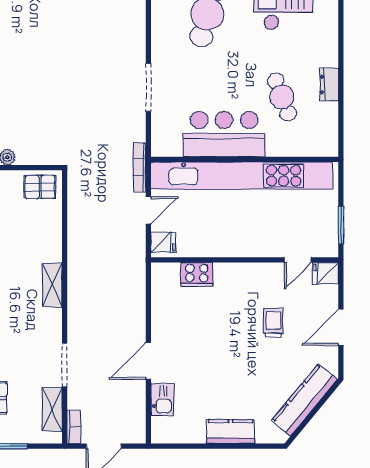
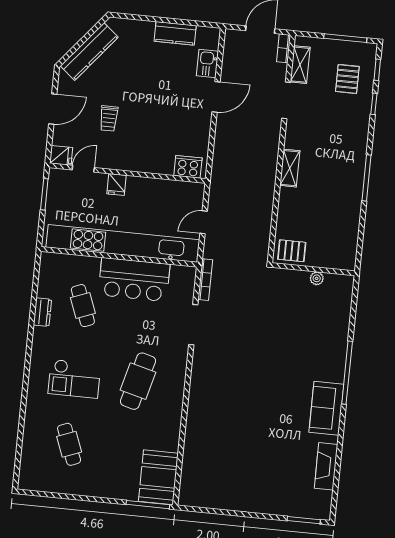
bookcase: (140, 167) -> (205, 280), moved
fridge: (163, 242) -> (117, 185), moved, turned -90
cooker: (197, 274) -> (188, 167), moved
kitchen counter: (231, 432) -> (175, 33), moved

